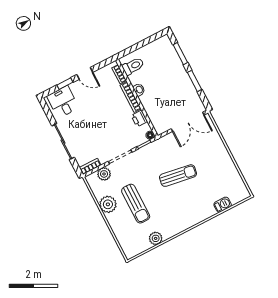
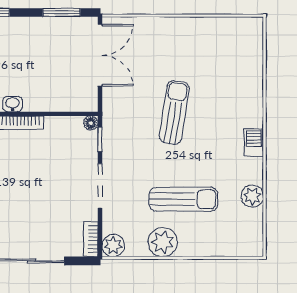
window: (195, 81) -> (61, 12), moved
printer: (139, 119) -> (57, 126), removed
plant: (104, 174) -> (113, 245), moved
barbecue: (223, 205) -> (254, 143), moved

